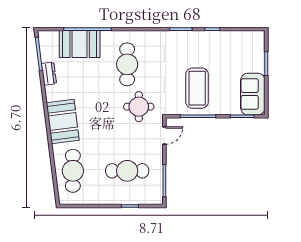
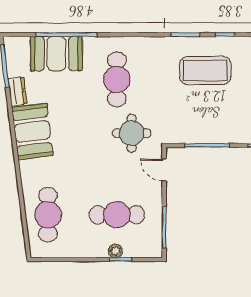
coffee table: (197, 88) -> (205, 71), moved, turned 90
booth: (63, 121) -> (32, 131), moved
door: (164, 136) -> (164, 170), swing flipped
plant: (126, 199) -> (115, 251), added

